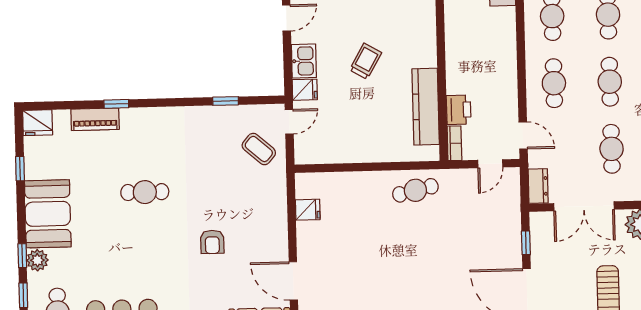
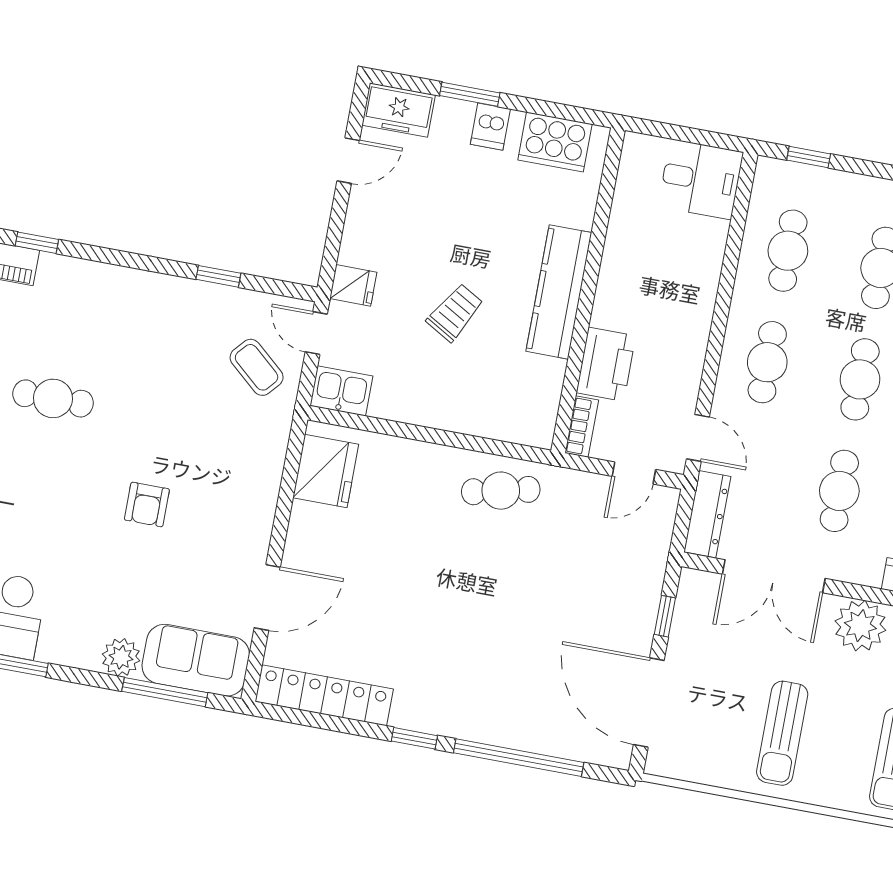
kitchen sink: (304, 61) -> (341, 391), moved, turned -90
trolley: (366, 61) -> (455, 313), moved
kitchen counter: (426, 107) -> (559, 292), moved
printer: (459, 110) -> (606, 364), width x1.37, depth x1.19
door: (289, 122) -> (316, 333), swing flipped
dresser: (538, 186) -> (707, 514), width x1.44
fridge: (308, 210) -> (326, 471), width x1.88, depth x1.34
door: (293, 281) -> (267, 597), swing flipped

